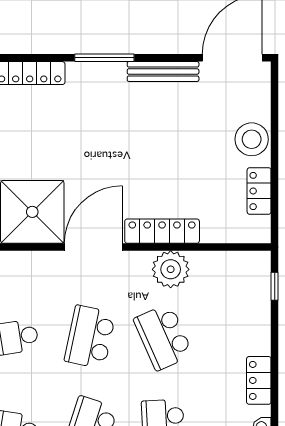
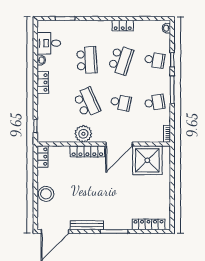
locker: (259, 191) -> (43, 157), moved
school desk: (90, 337) -> (121, 103), width x0.54

